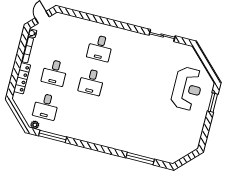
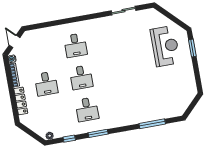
desk: (46, 106) -> (87, 109), moved
window: (53, 136) -> (69, 139), width x0.46
window: (83, 144) -> (98, 133), added

